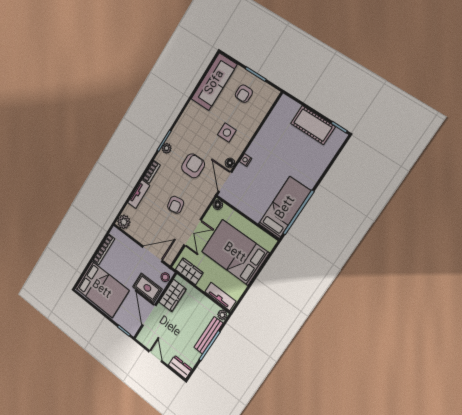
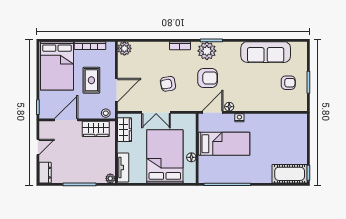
sofa: (214, 82) -> (266, 52), moved
armchair: (244, 94) -> (288, 83), turned 180
cot: (313, 125) -> (290, 174), moved, turned 90
side table: (227, 133) -> (251, 89), removed
plant: (167, 148) -> (207, 51), width x1.88, depth x1.88
tv unit: (139, 194) -> (155, 47), removed
floor lamp: (218, 205) -> (191, 157), moved
bed: (285, 207) -> (224, 144), moved
door: (152, 254) -> (116, 90), hinge flipped
rug: (147, 288) -> (91, 80), moved
bench: (208, 335) -> (87, 178), removed

